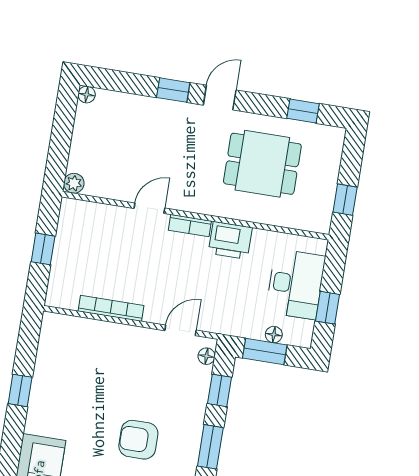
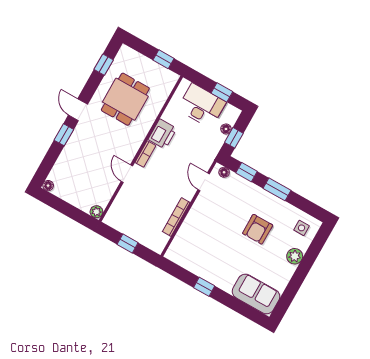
window: (265, 352) -> (234, 138), width x0.67

